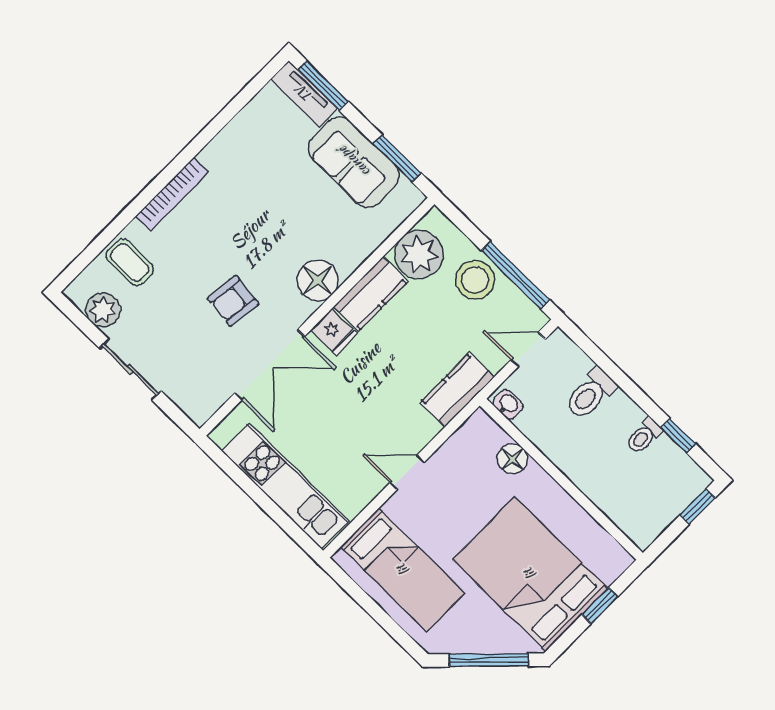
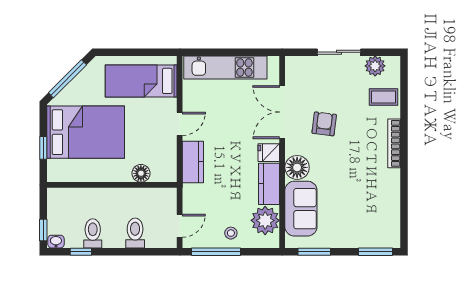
tv unit: (304, 94) -> (380, 240), removed
sofa: (354, 162) -> (301, 209), moved, turned 90
stool: (475, 280) -> (231, 233), width x0.53, depth x0.53
kitchen counter: (457, 390) -> (193, 162), moved
washbasin: (508, 404) -> (56, 242), moved, turned 180
toilet: (644, 436) -> (93, 233), width x1.37, depth x1.39

